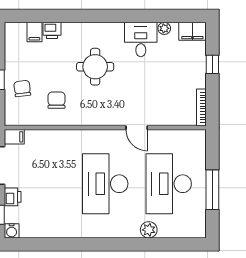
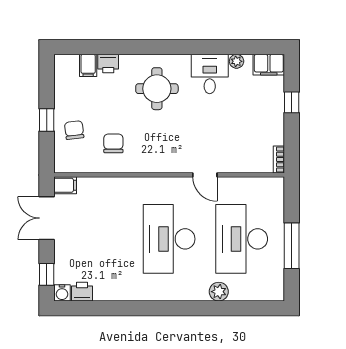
round table: (95, 67) -> (157, 89), moved
bookcase: (201, 108) -> (279, 159), width x0.64
printer: (13, 197) -> (82, 292), moved, turned -90

